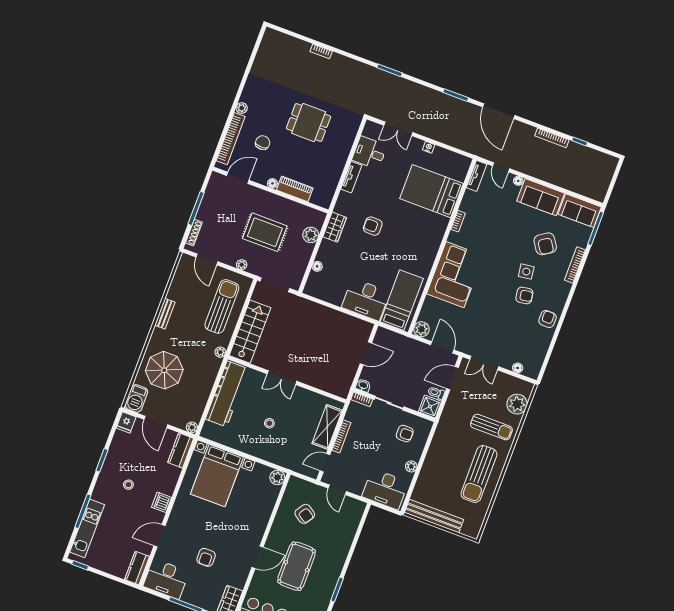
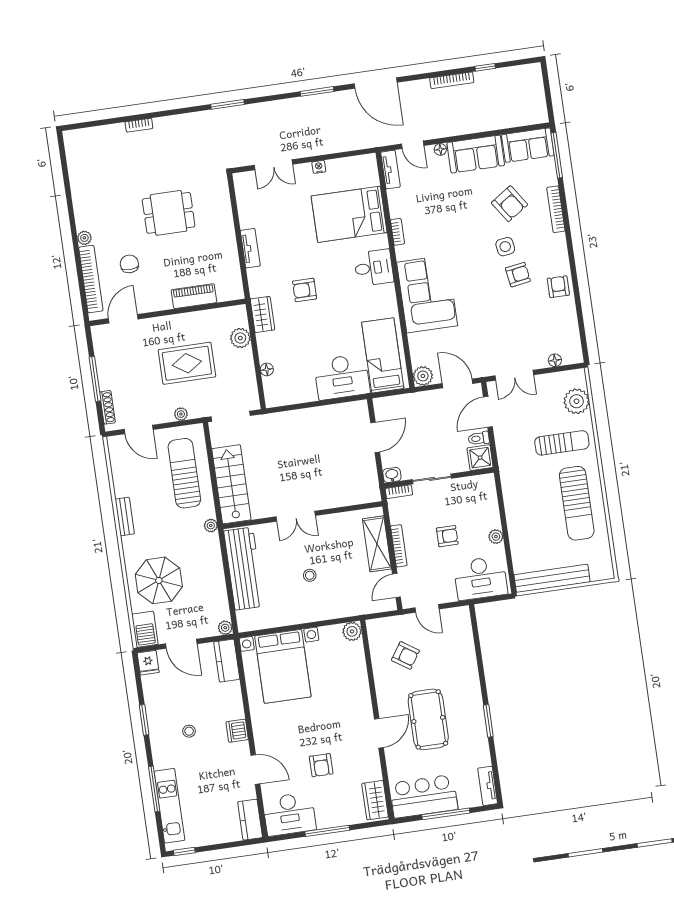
desk: (369, 153) -> (374, 268), moved, turned 180
floor lamp: (272, 183) -> (165, 304), removed
armchair: (405, 434) -> (447, 536), moved
door: (159, 536) -> (255, 770), swing flipped

